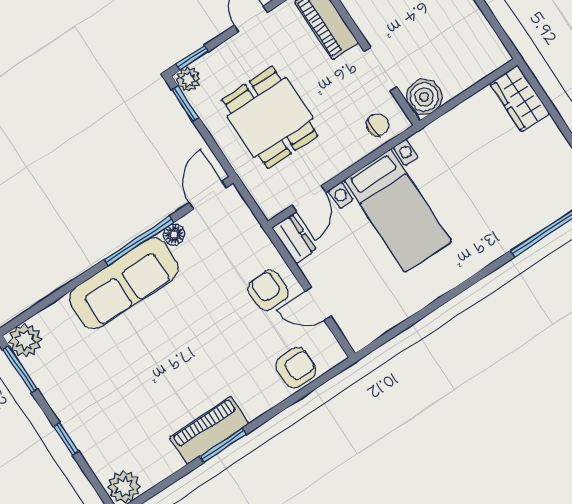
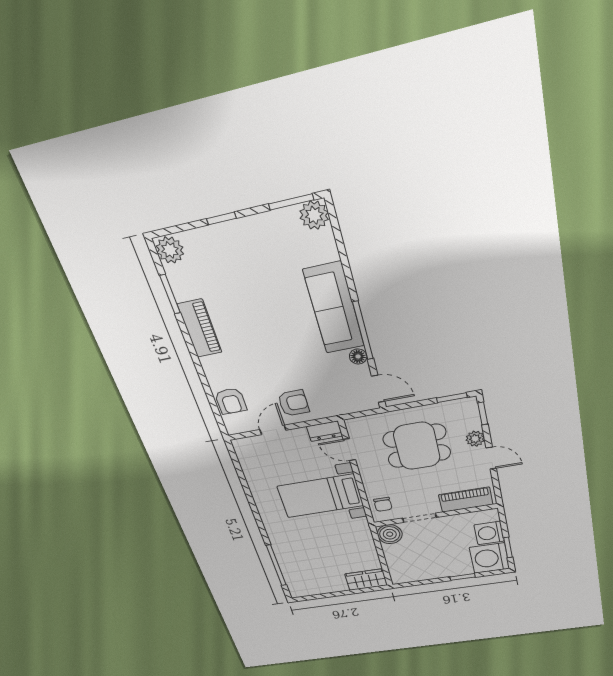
plant: (188, 79) -> (475, 439), moved
window: (223, 445) -> (170, 294), moved

